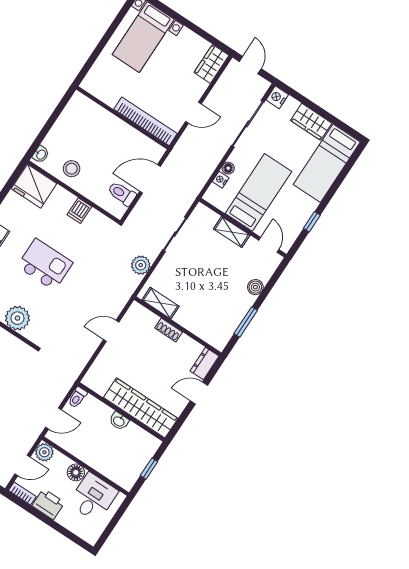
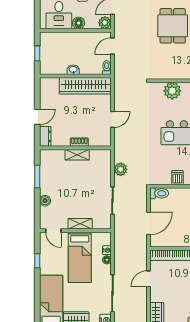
toilet: (122, 194) -> (159, 193), moved
shelving: (161, 303) -> (77, 155), moved
wardrobe: (141, 408) -> (85, 86), moved

